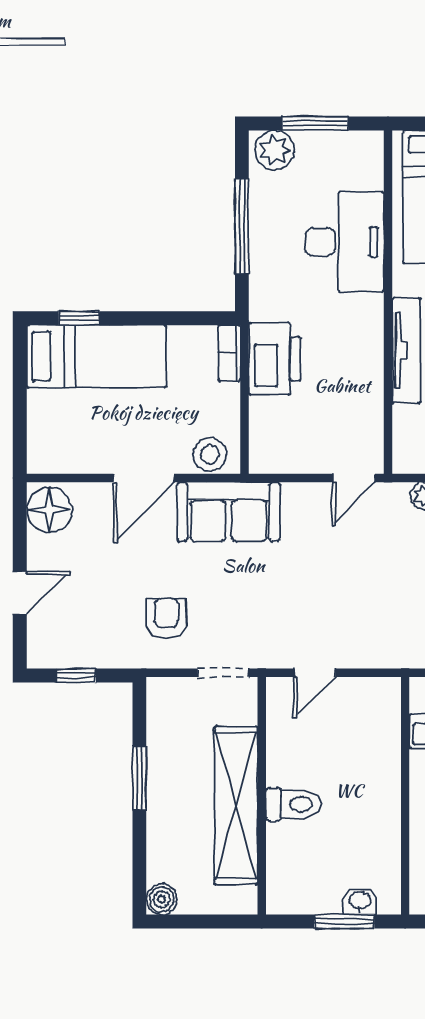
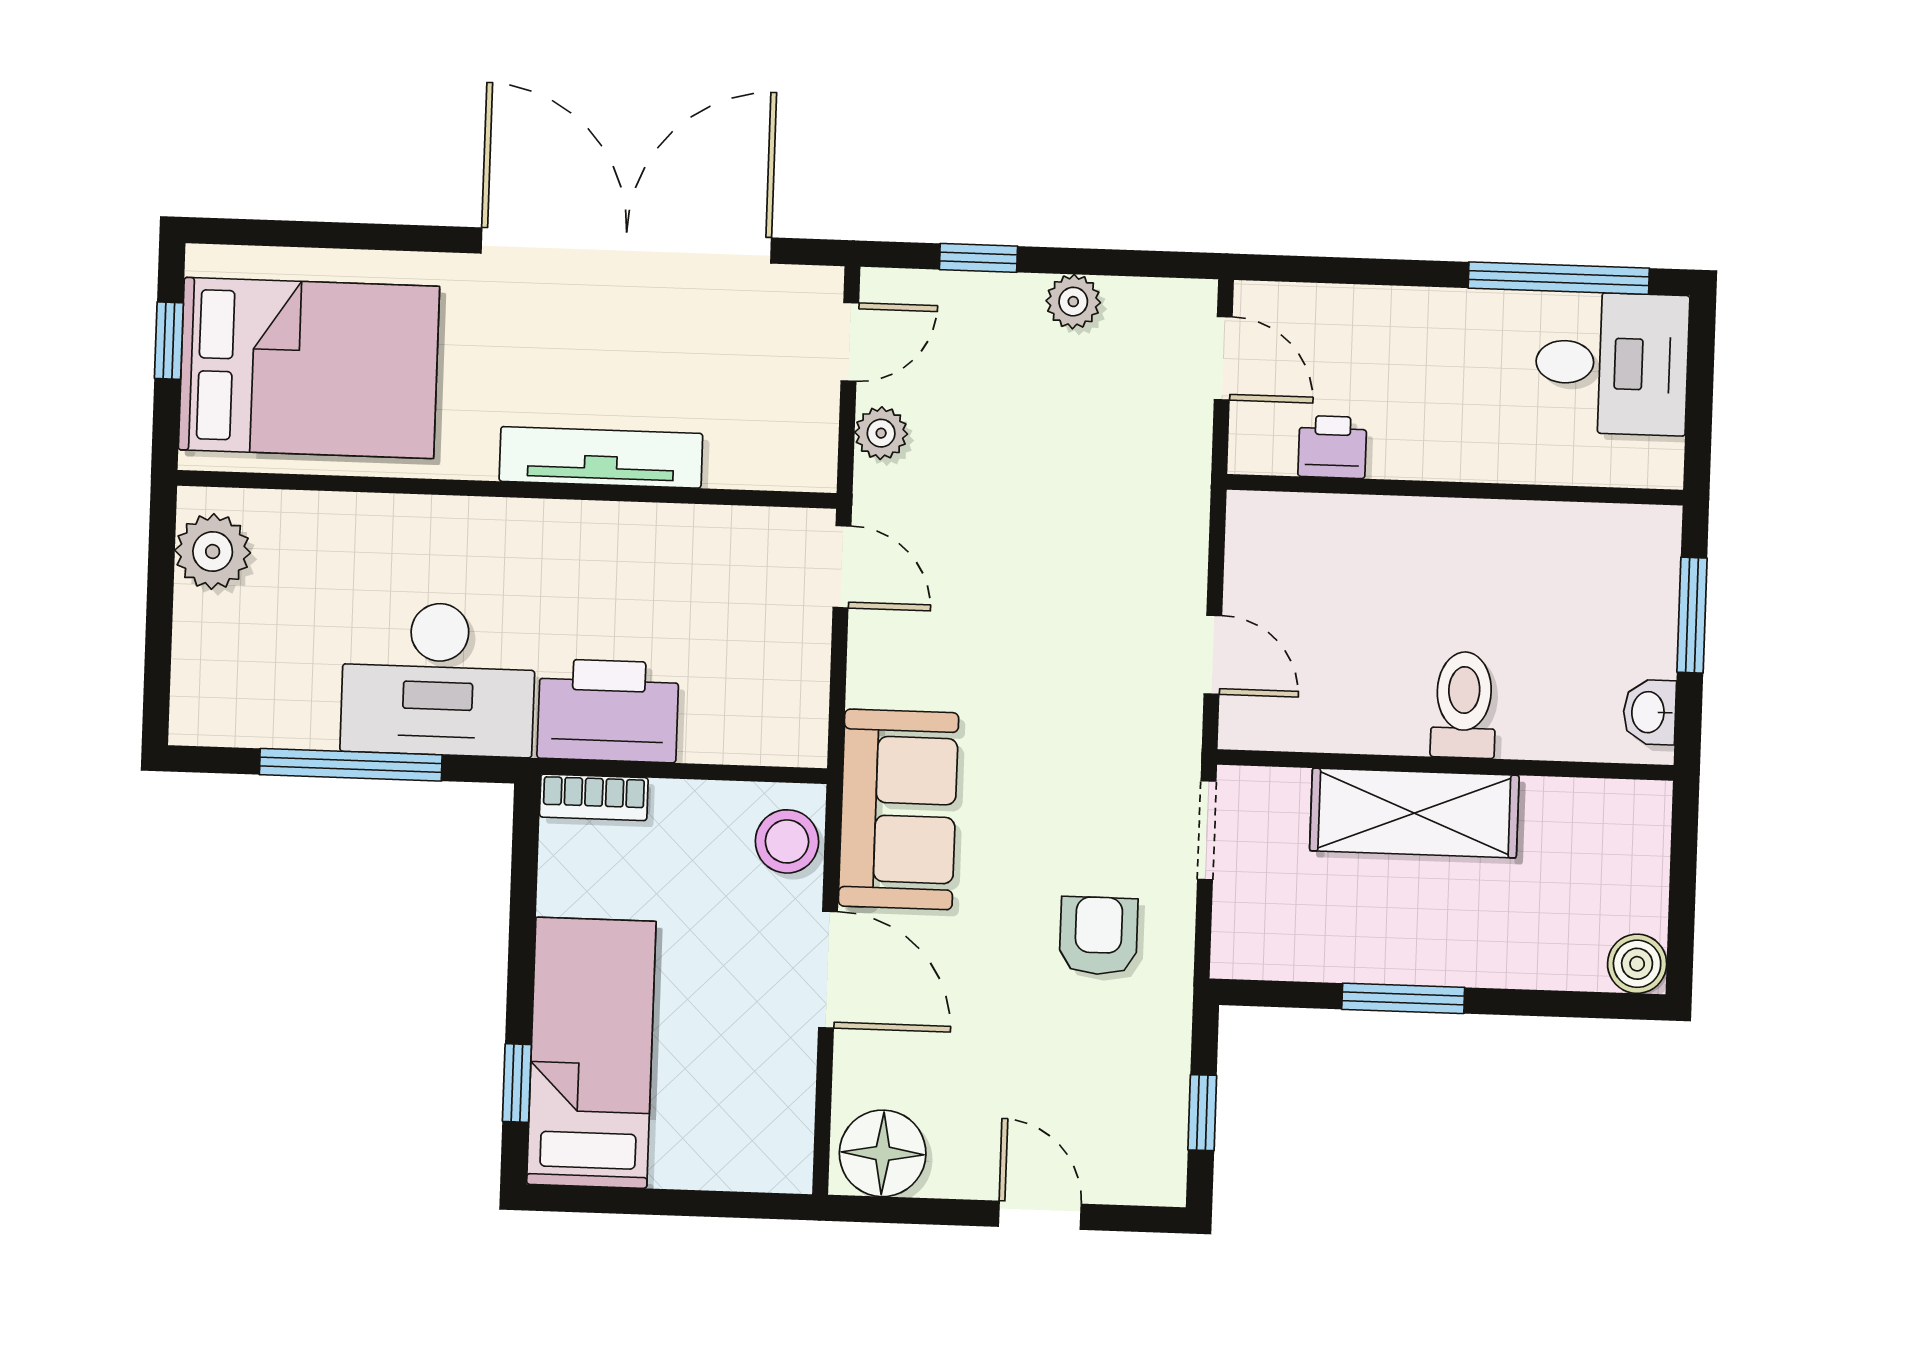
window: (315, 123) -> (159, 617), removed
plant: (275, 150) -> (213, 552), moved
desk: (345, 242) -> (438, 679), moved, turned 180
armchair: (166, 618) -> (1099, 936), turned 90
shelving: (236, 806) -> (1414, 813), width x0.68
washbasin: (360, 901) -> (1649, 712), moved

